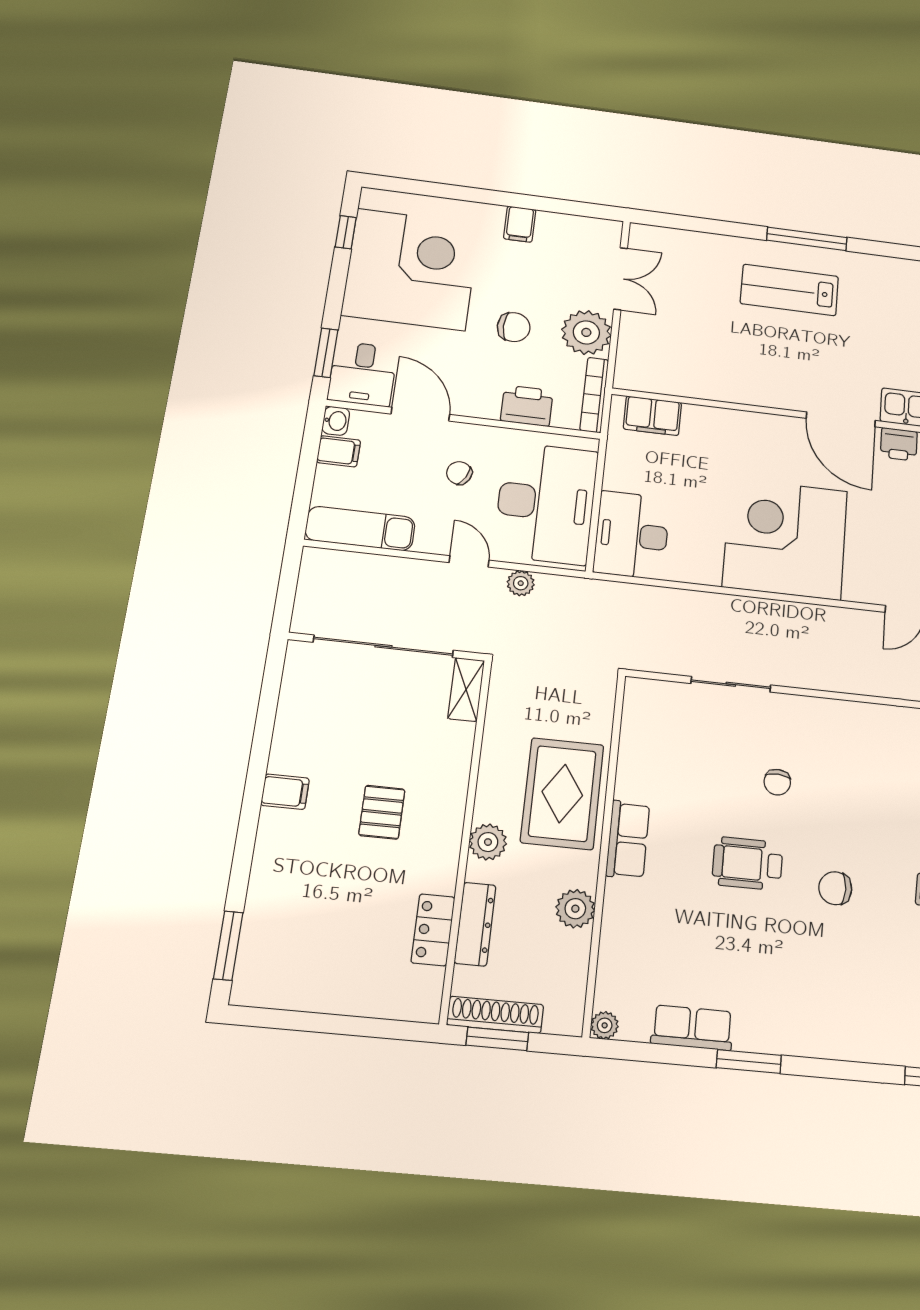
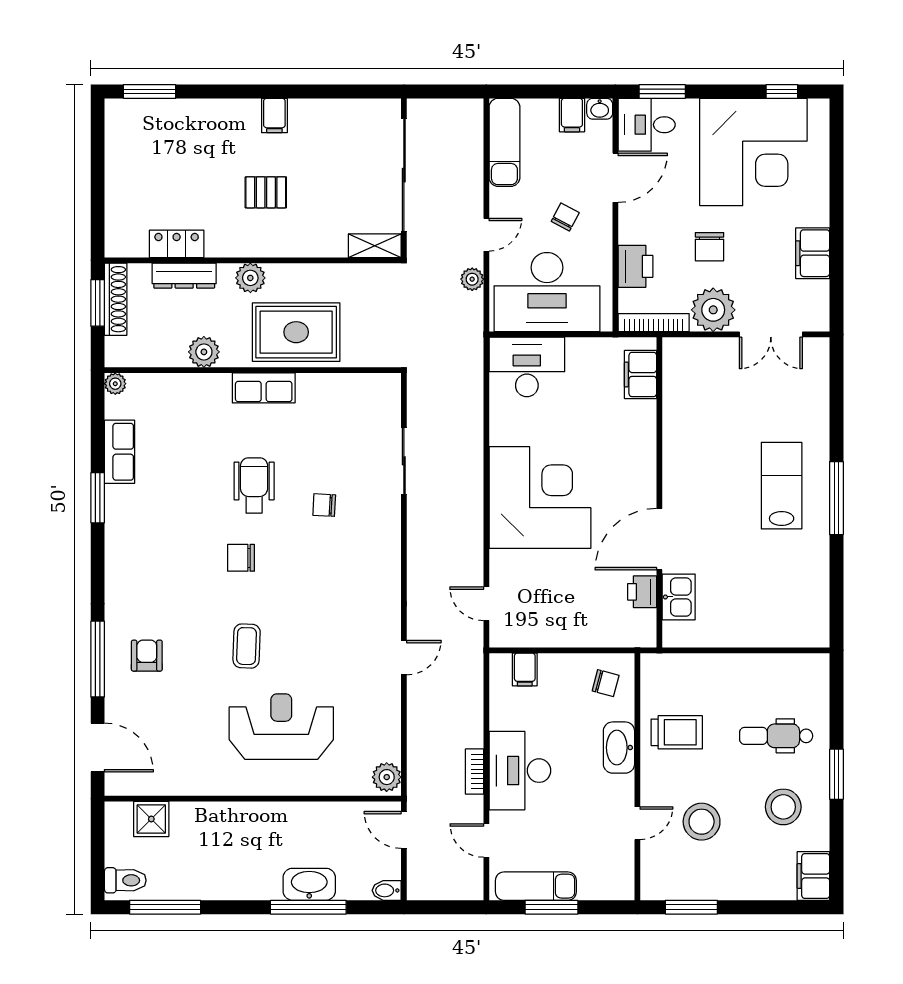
filing cabinet: (520, 224) -> (813, 253), width x2.00
chair: (835, 888) -> (241, 558), turned -90

